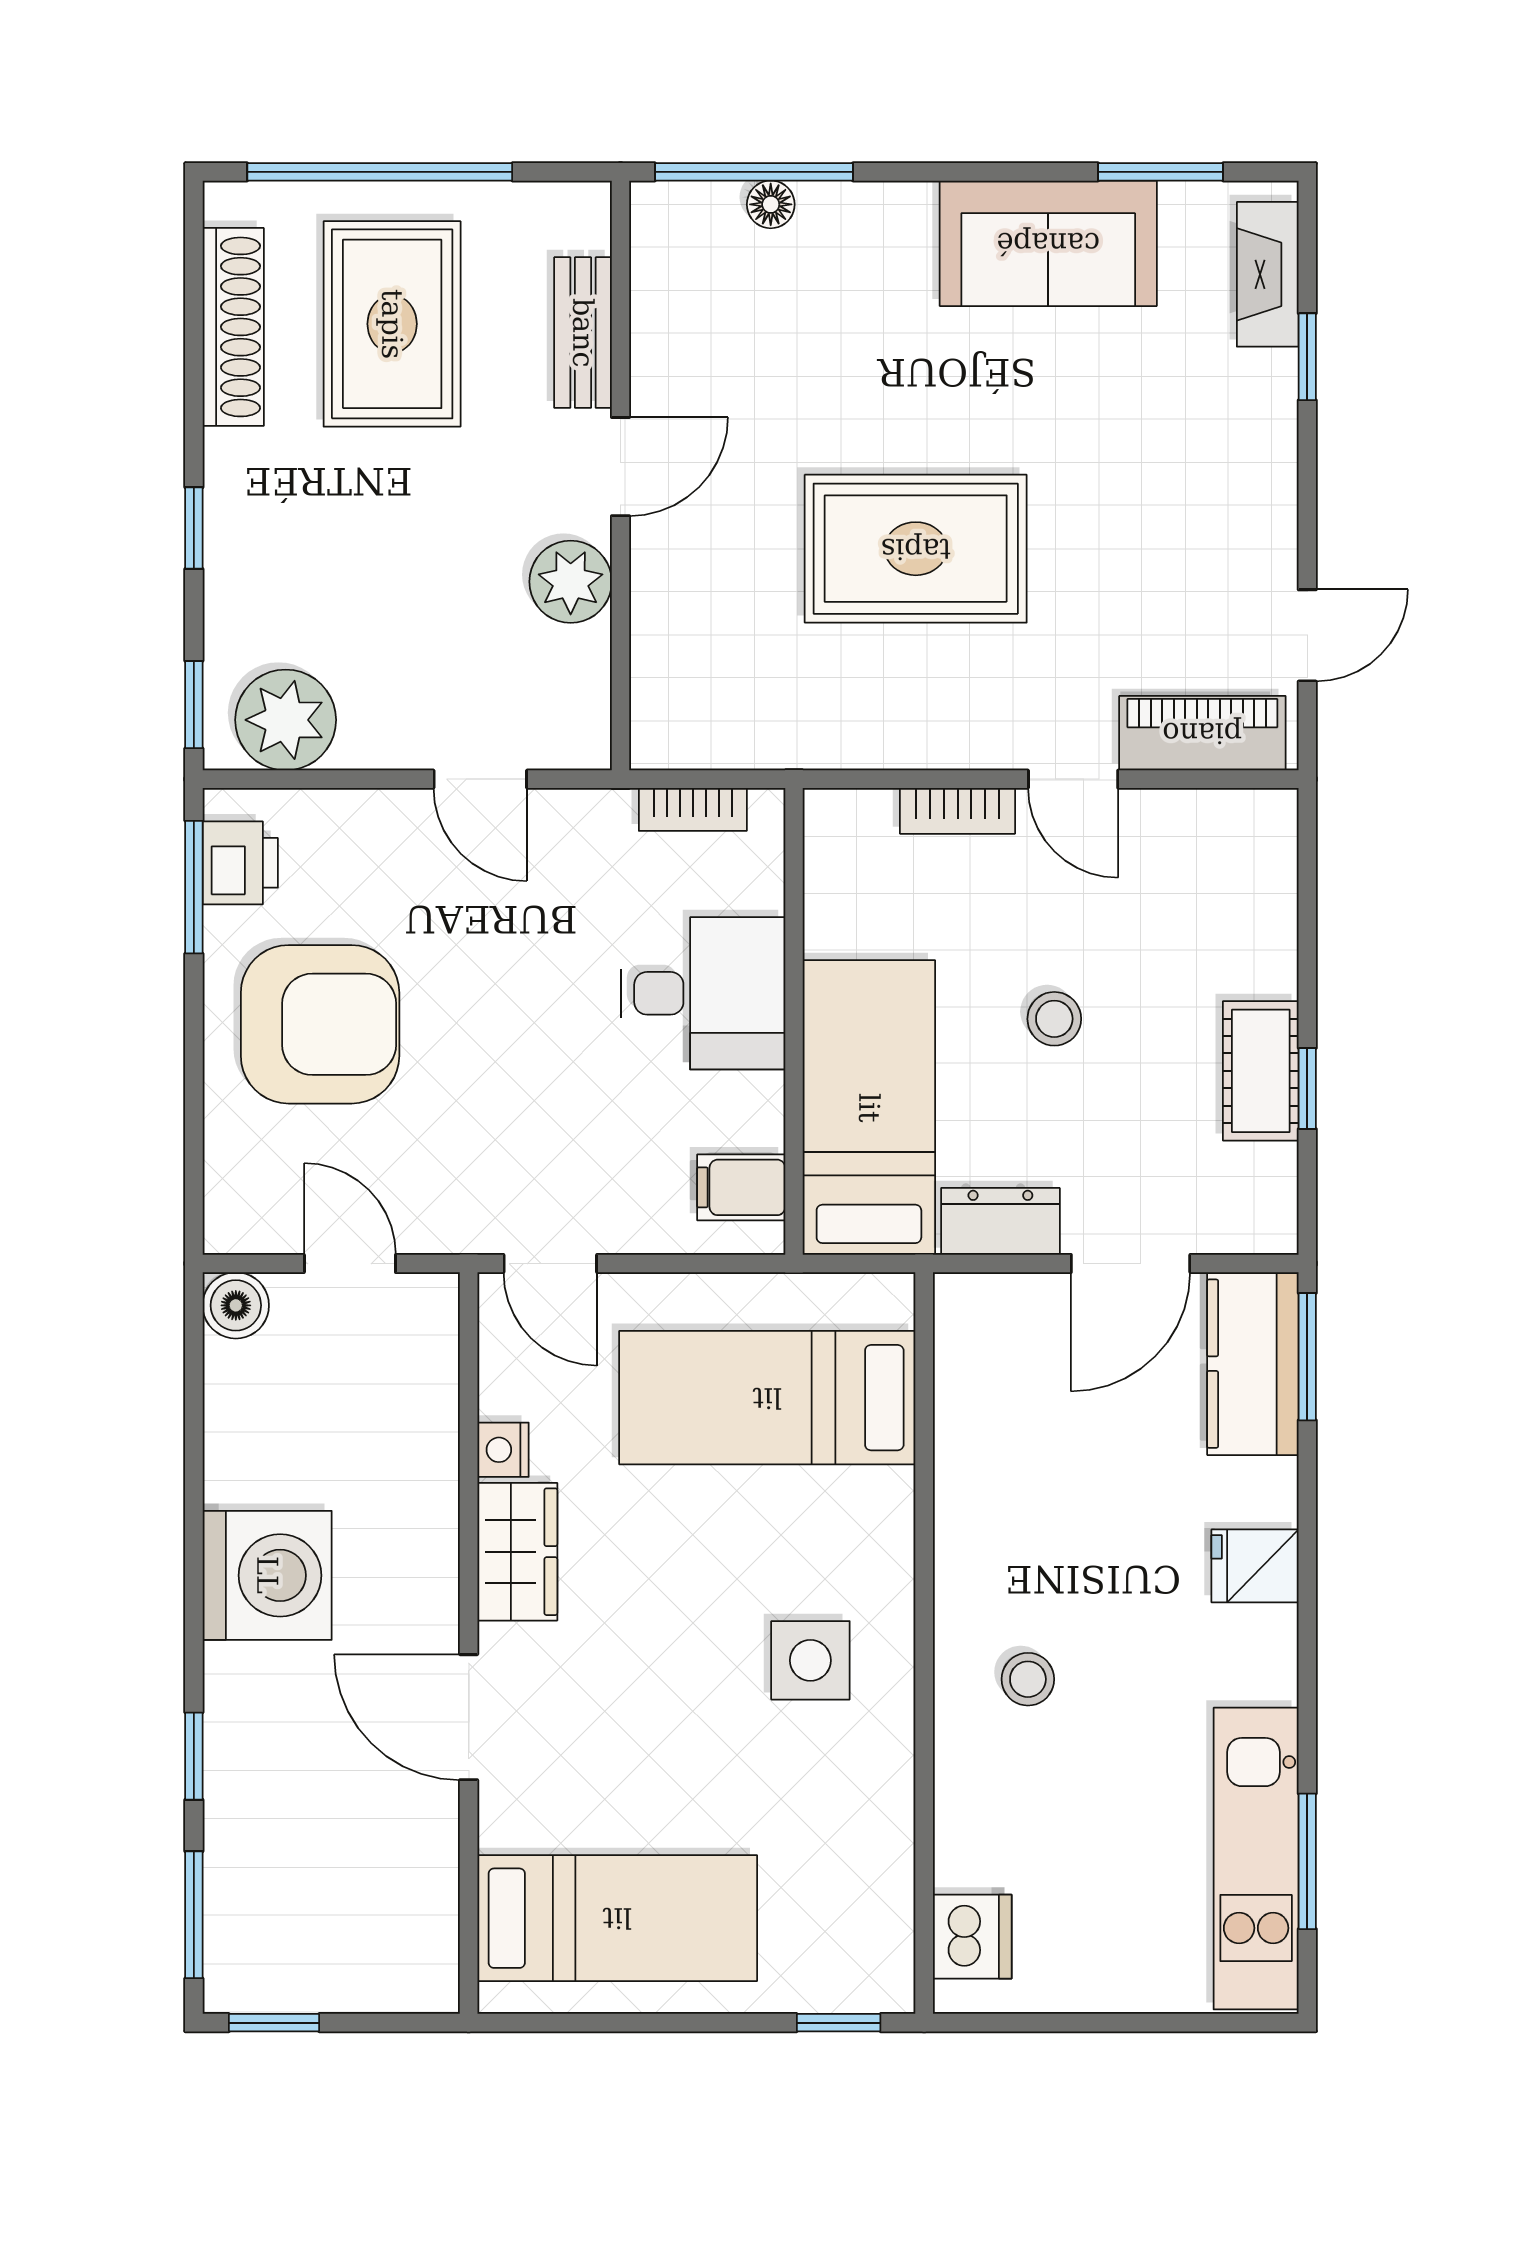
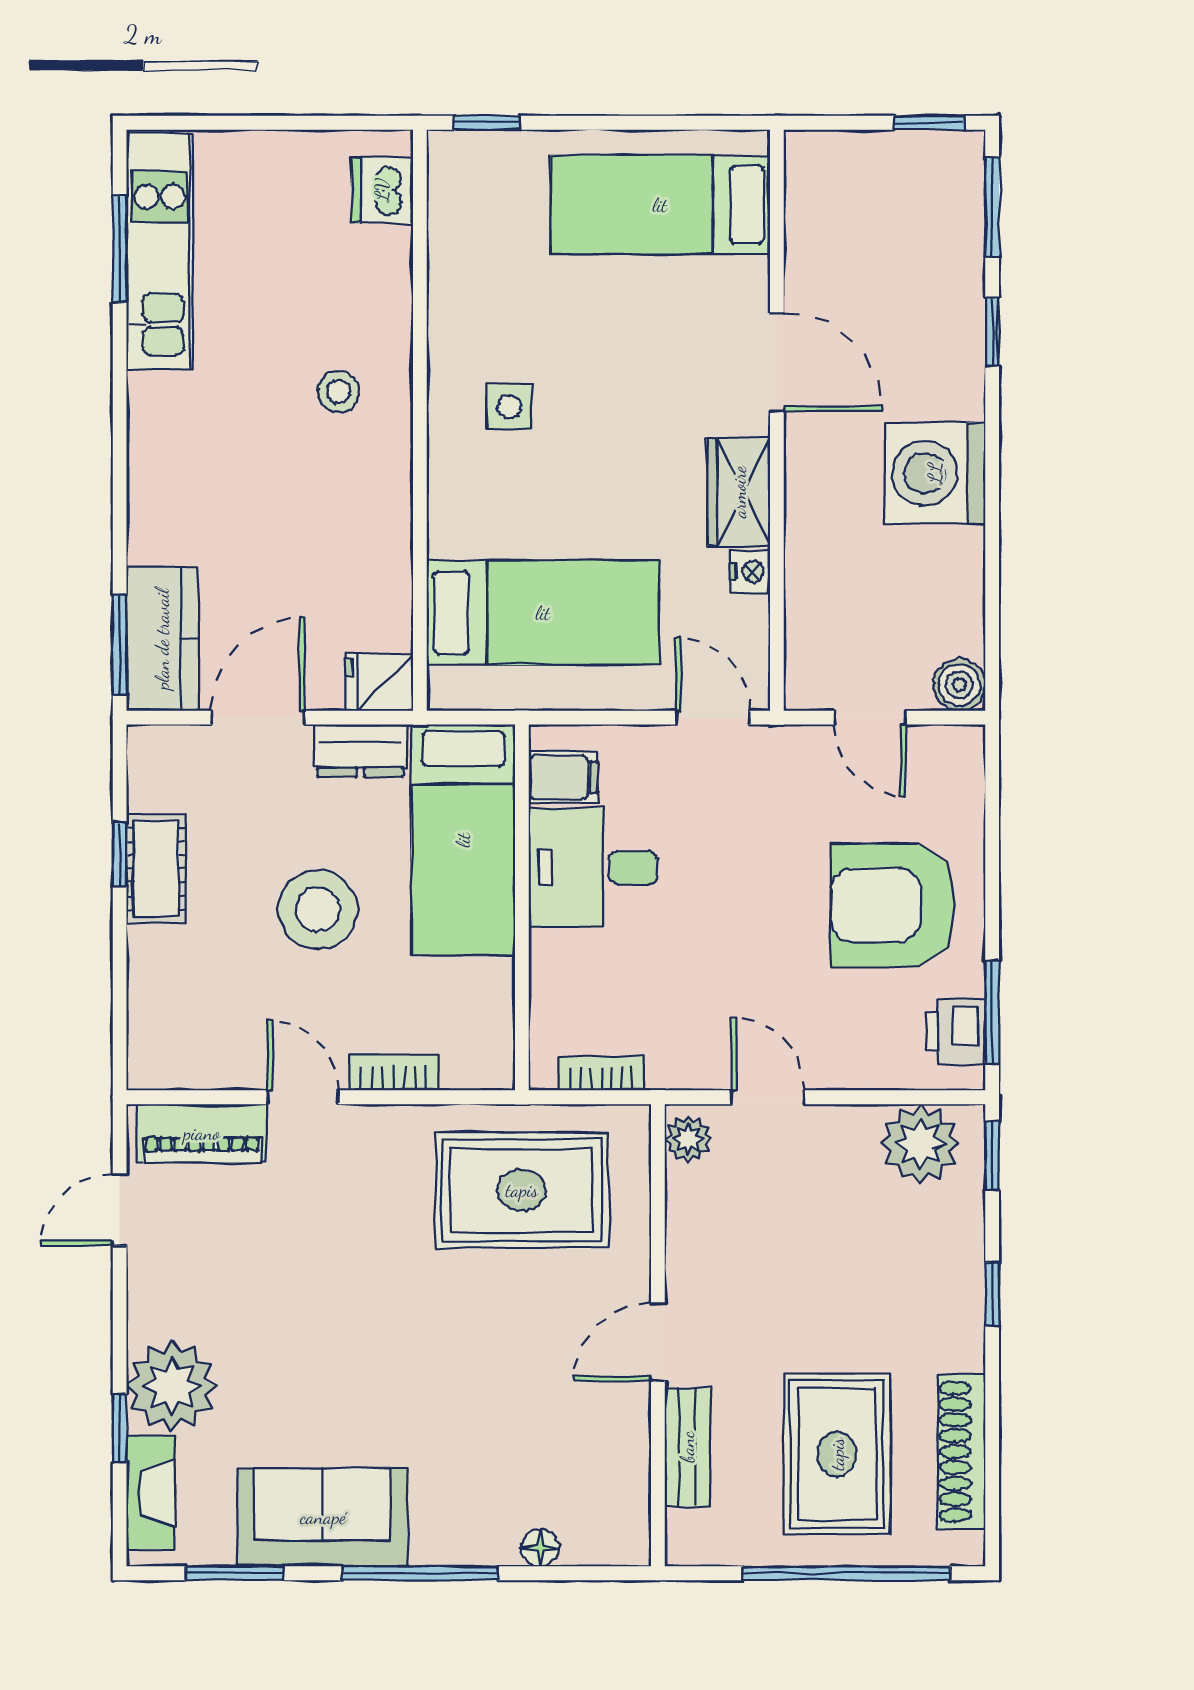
window: (754, 172) -> (420, 1573), moved
plant: (1241, 410) -> (172, 1386), added
rug: (916, 549) -> (522, 1190), moved
plant: (571, 582) -> (688, 1139), moved, width x0.73, depth x0.73
desk: (703, 993) -> (593, 867), moved
stool: (1054, 1019) -> (318, 909), width x1.89, depth x1.89
fridge: (1255, 1566) -> (379, 682), moved, turned 180
side table: (810, 1660) -> (509, 407), width x0.73, depth x0.73

